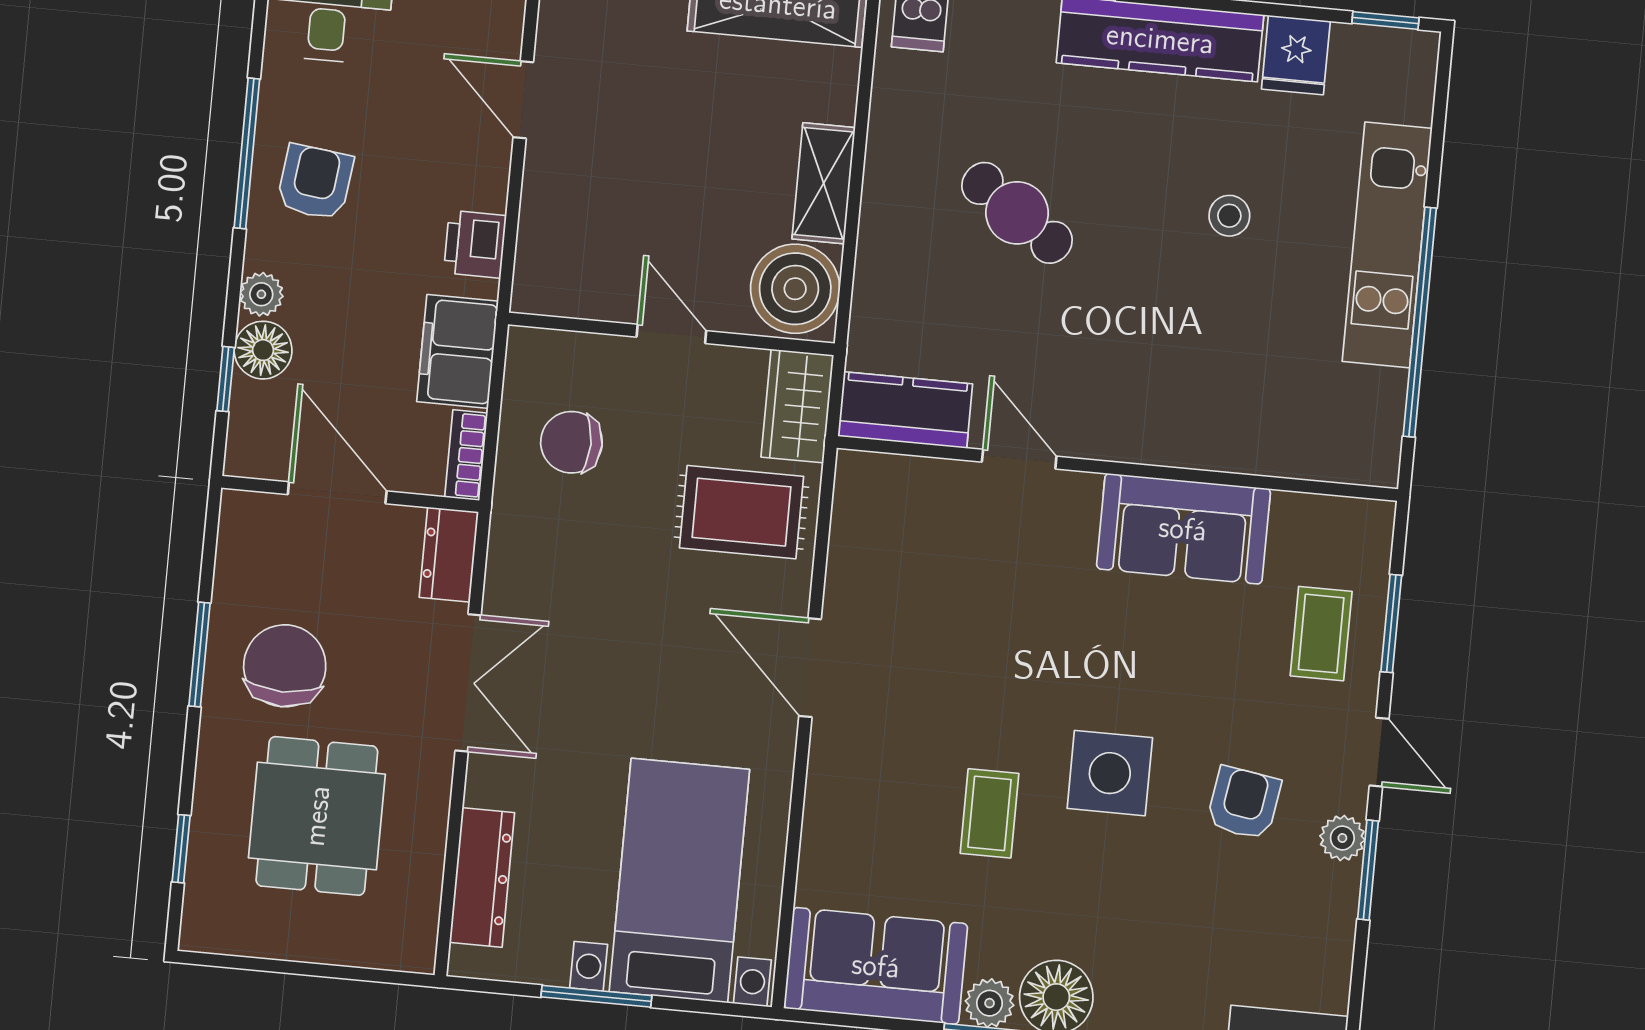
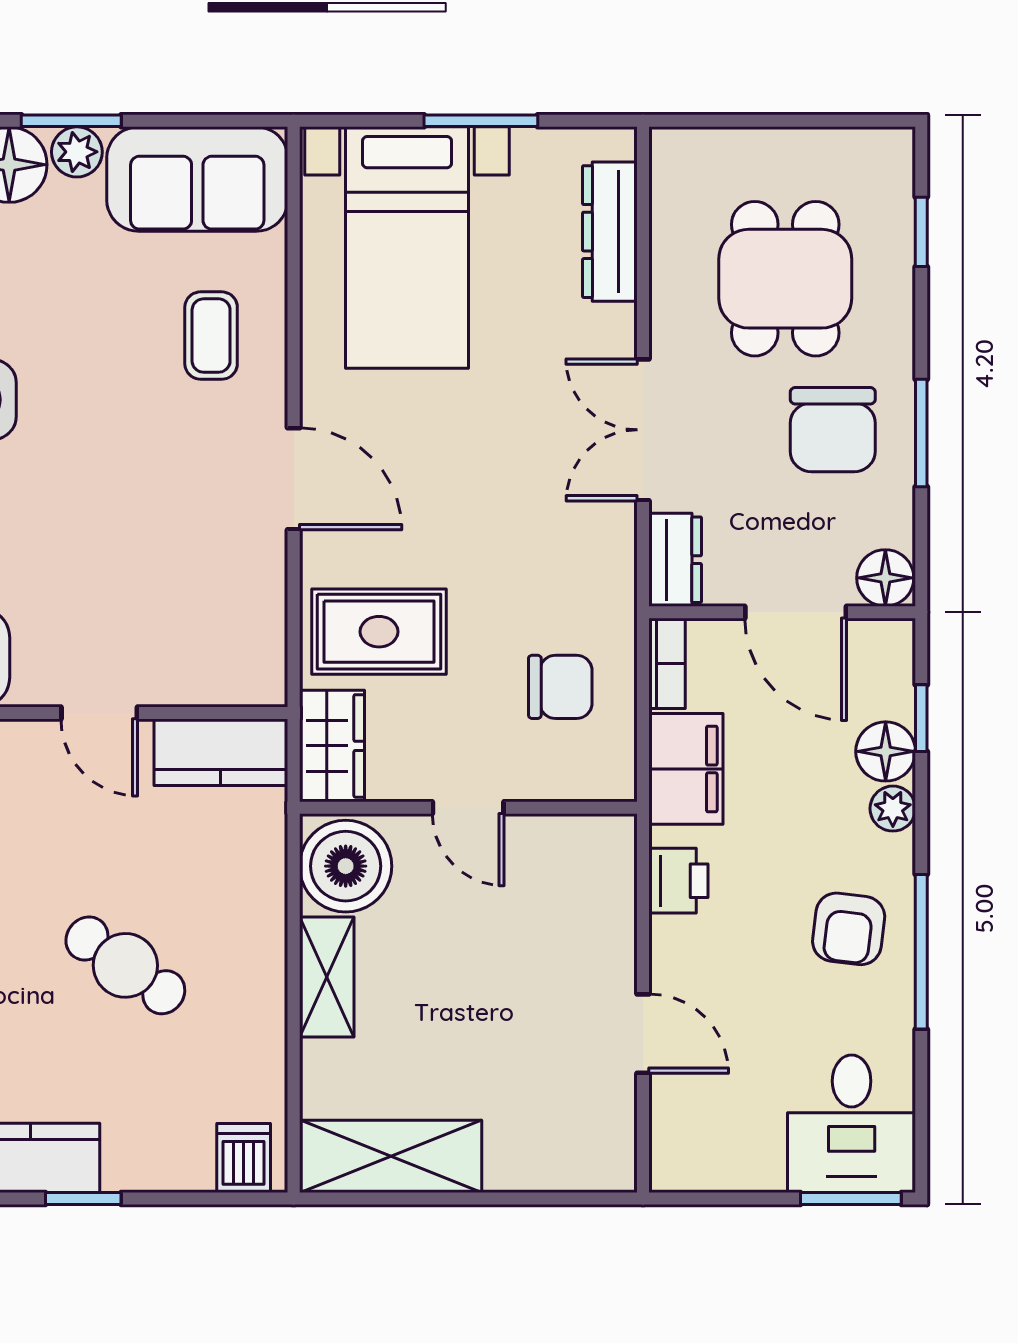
floor lamp: (248, 518) -> (885, 578), added
coffee table: (989, 813) -> (211, 336), moved

